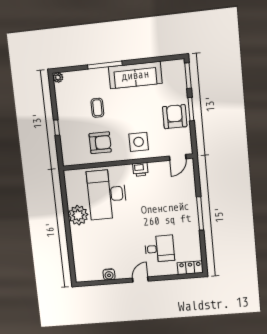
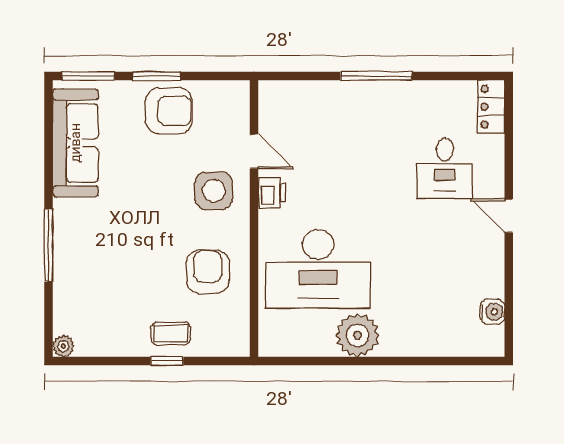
sofa: (135, 75) -> (75, 143), moved
coffee table: (97, 108) -> (171, 333), moved
armchair: (175, 117) -> (169, 111), turned 180
door: (178, 157) -> (254, 151), moved
desk: (159, 249) -> (445, 168), turned 180
water cooler: (109, 274) -> (492, 312), moved

